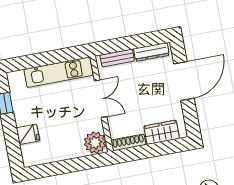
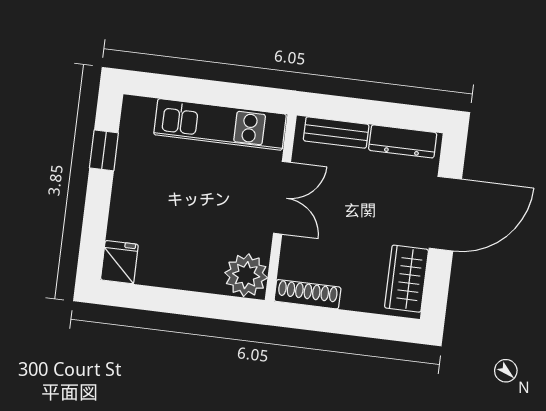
wardrobe: (162, 132) -> (406, 279), moved, turned -90
fridge: (28, 134) -> (119, 262), moved, turned -90

